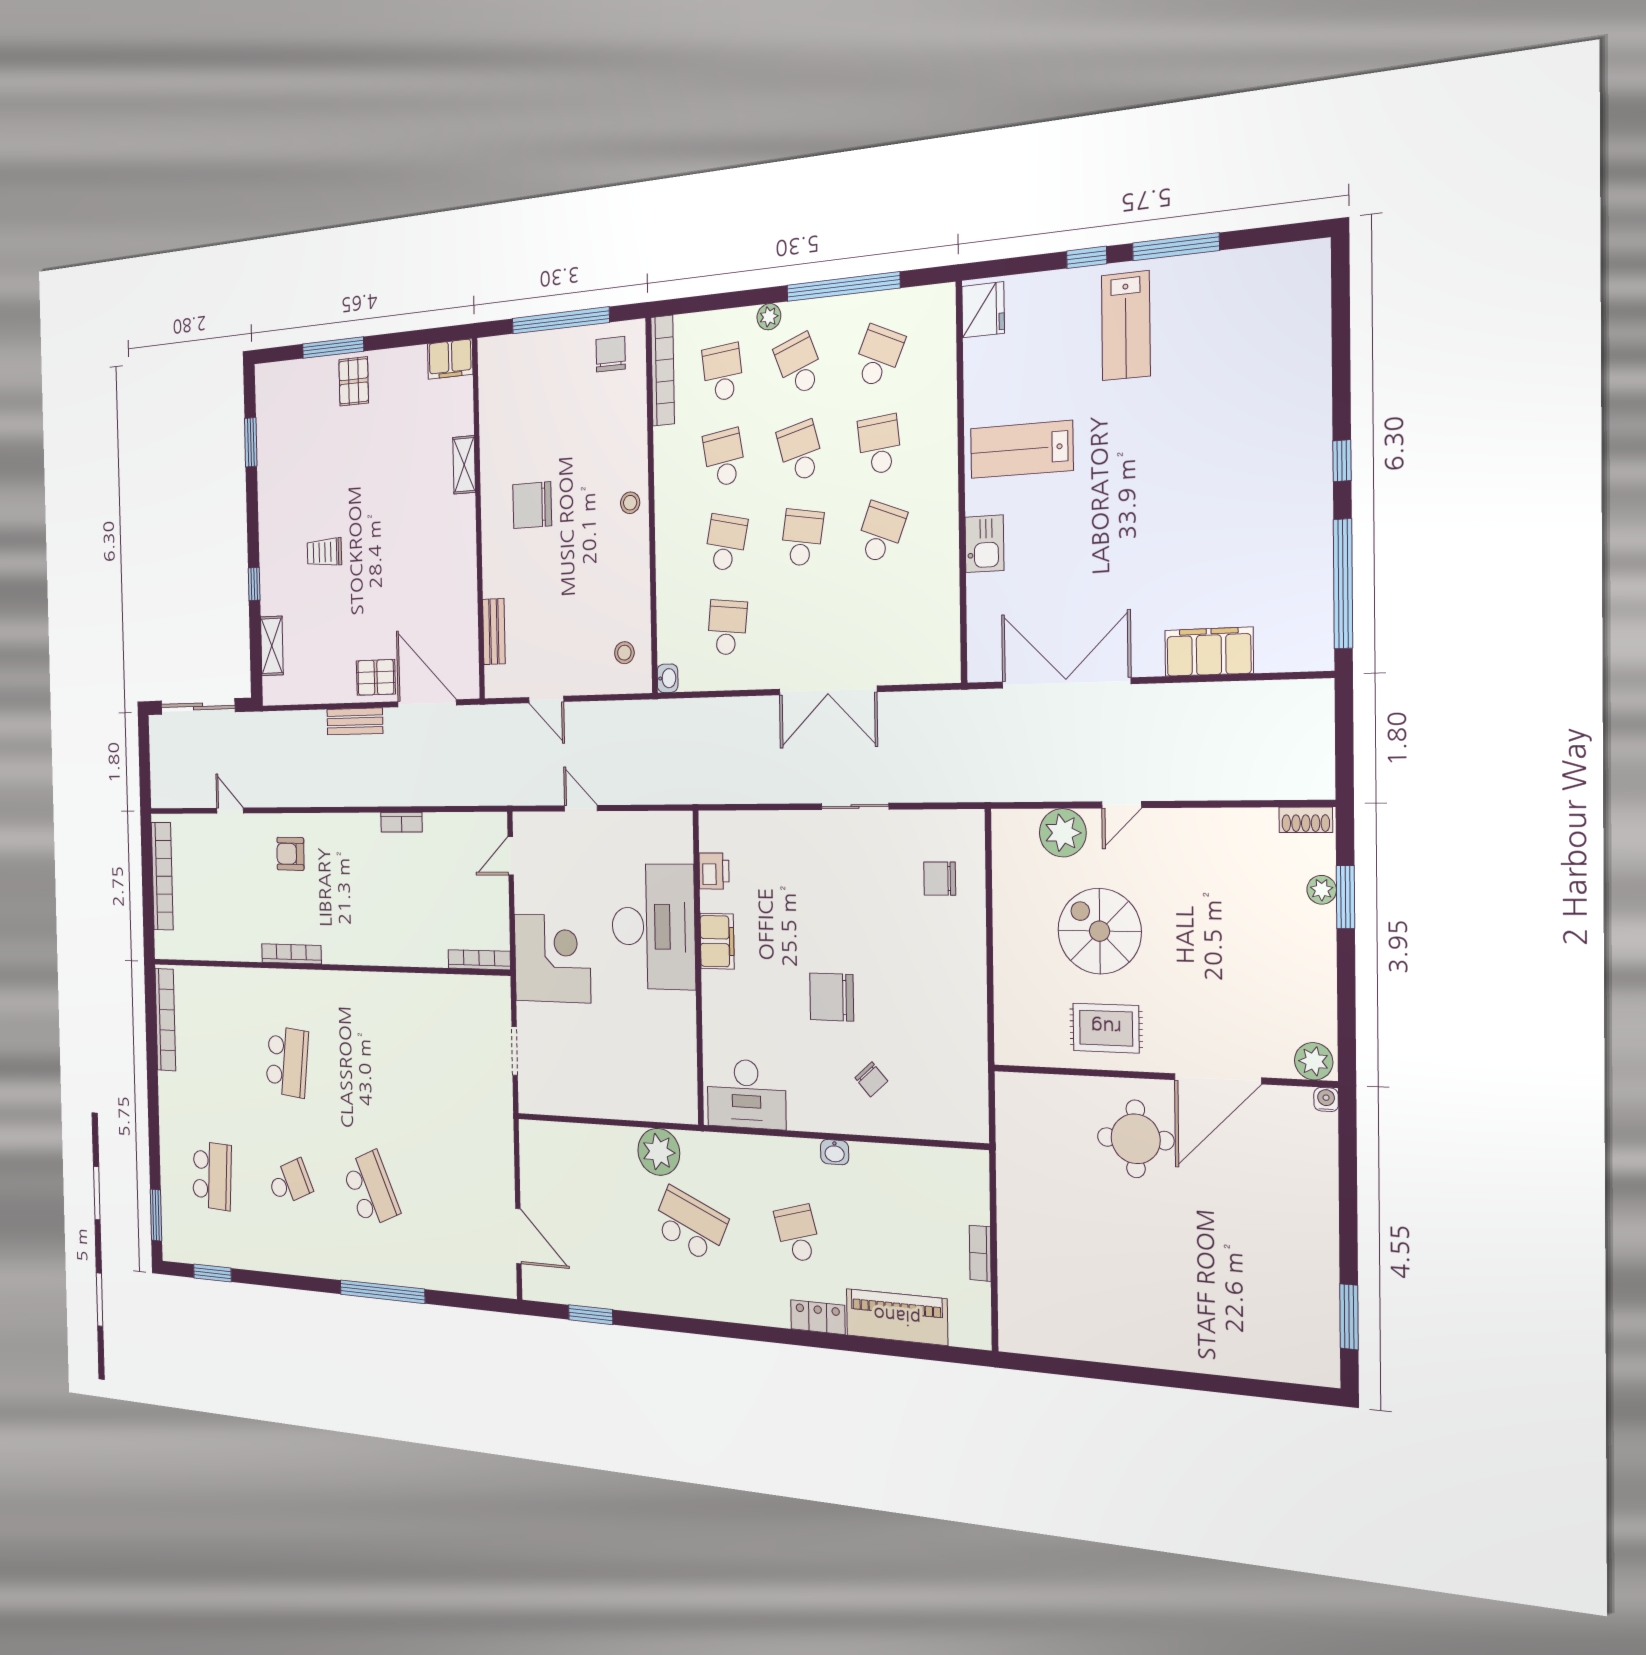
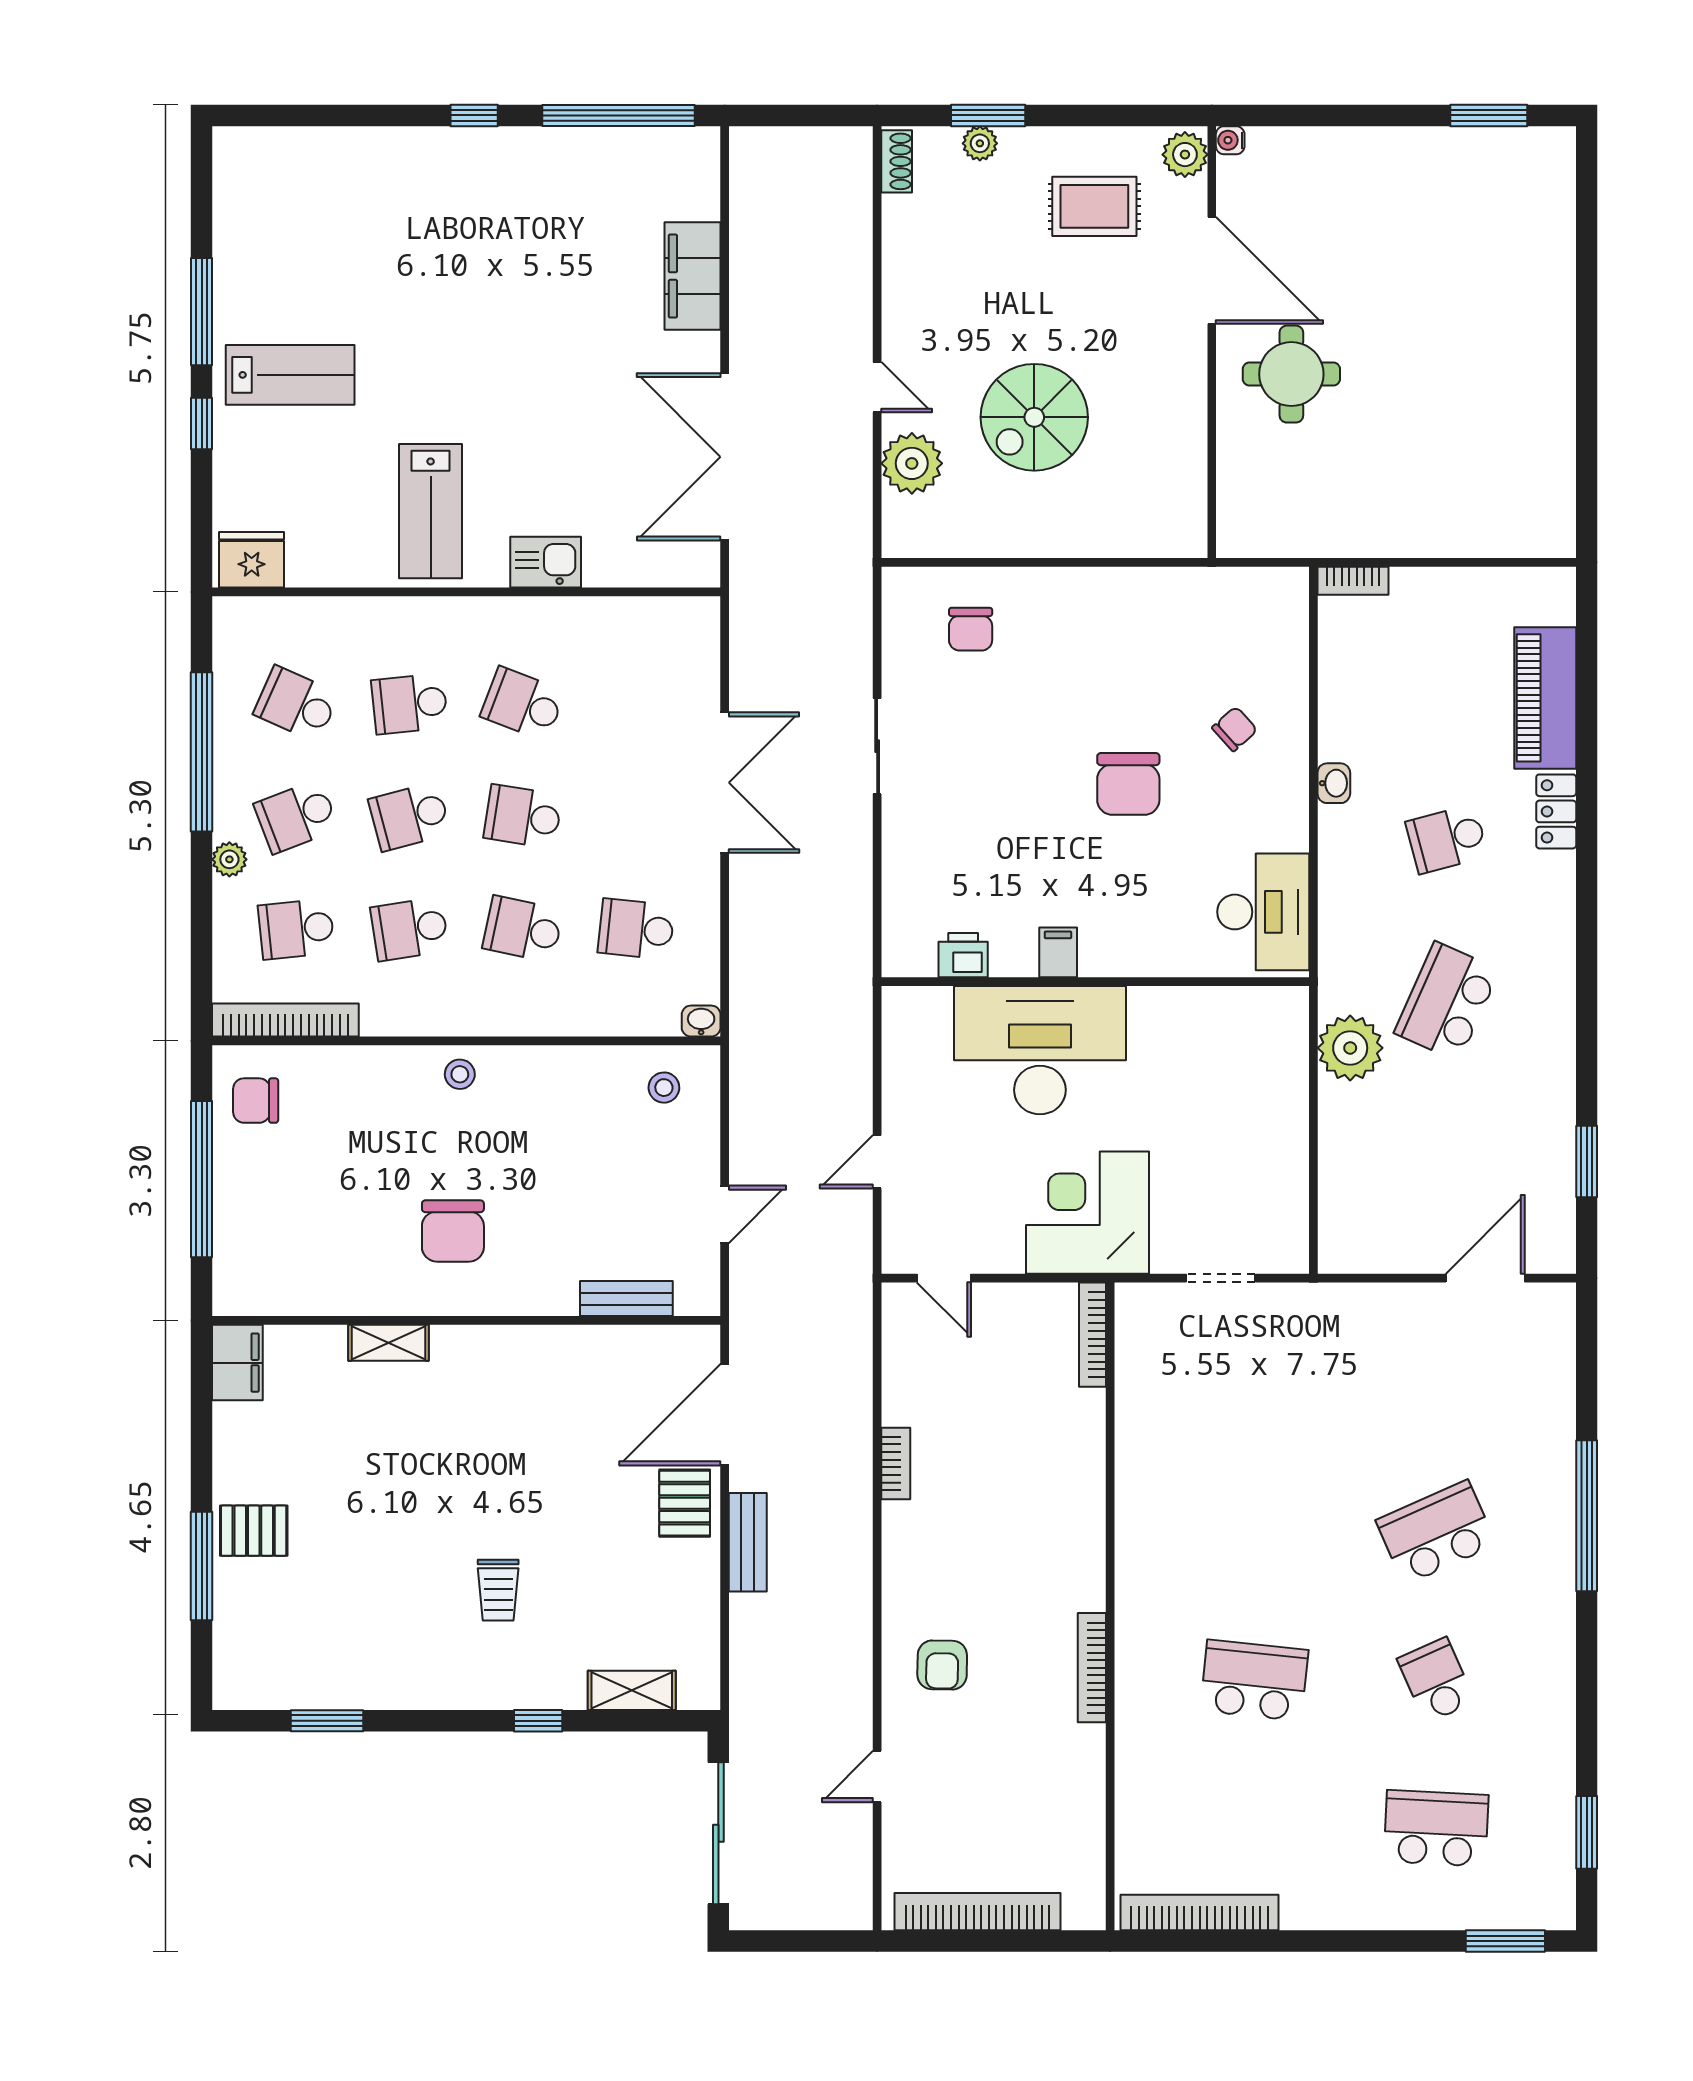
filing cabinet: (717, 941) -> (1058, 952), width x0.50
rug: (1106, 1028) -> (1094, 206), moved, turned 90
bookcase: (980, 1253) -> (1353, 581), moved

